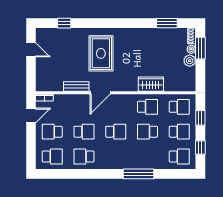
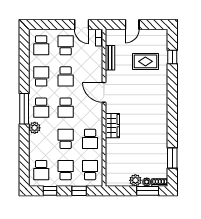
door: (31, 50) -> (132, 24), moved
rug: (101, 53) -> (145, 61), moved, width x0.73, depth x0.70
wardrobe: (151, 84) -> (112, 126), moved
bench: (76, 86) -> (110, 58), moved
school desk: (179, 107) -> (90, 170), turned 180
school desk: (179, 132) -> (66, 170), turned 180
school desk: (116, 157) -> (41, 108), added
plant: (136, 163) -> (35, 128), added
window: (139, 174) -> (24, 109), moved

